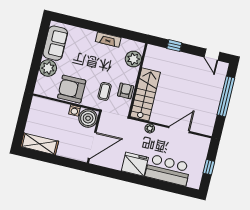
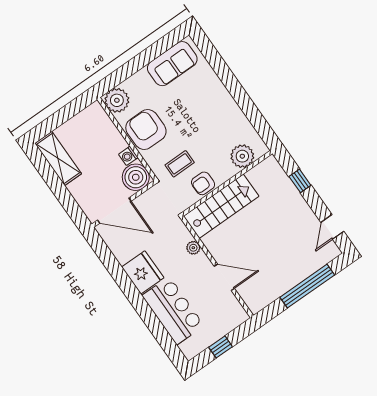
fireplace: (108, 40) -> (233, 111), removed
plant: (48, 68) -> (117, 100), moved
armchair: (126, 91) -> (203, 183), turned 180

